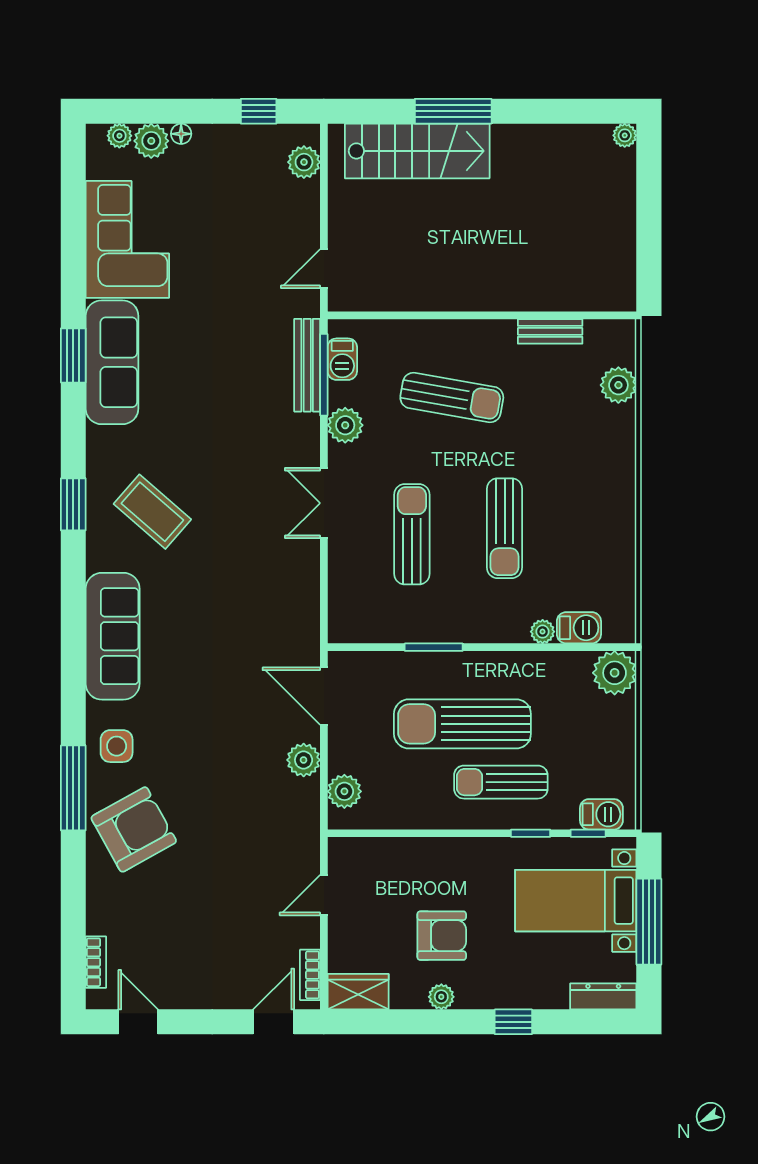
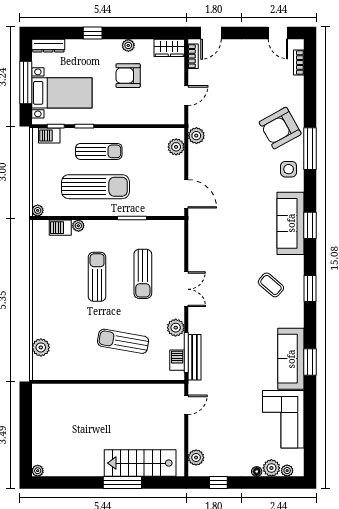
bench: (550, 331) -> (75, 374), removed
coffee table: (152, 512) -> (271, 285), width x0.73, depth x0.77
window: (73, 632) -> (310, 225), added
plant: (615, 673) -> (38, 210), width x0.53, depth x0.53
sun lounger: (462, 724) -> (95, 187), moved
plant: (304, 760) -> (196, 136), moved

